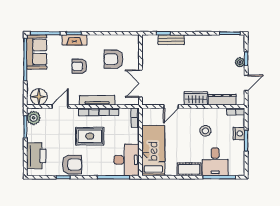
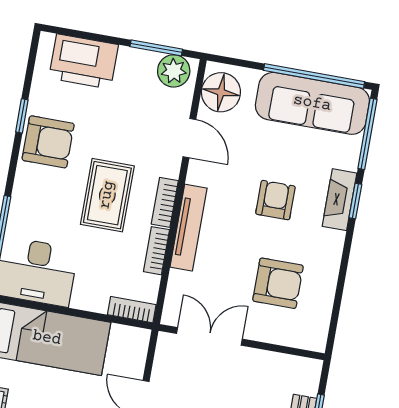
sofa: (37, 52) -> (312, 103), width x1.36
armchair: (113, 59) -> (278, 283), turned 90
armchair: (72, 165) -> (48, 142), turned -90

